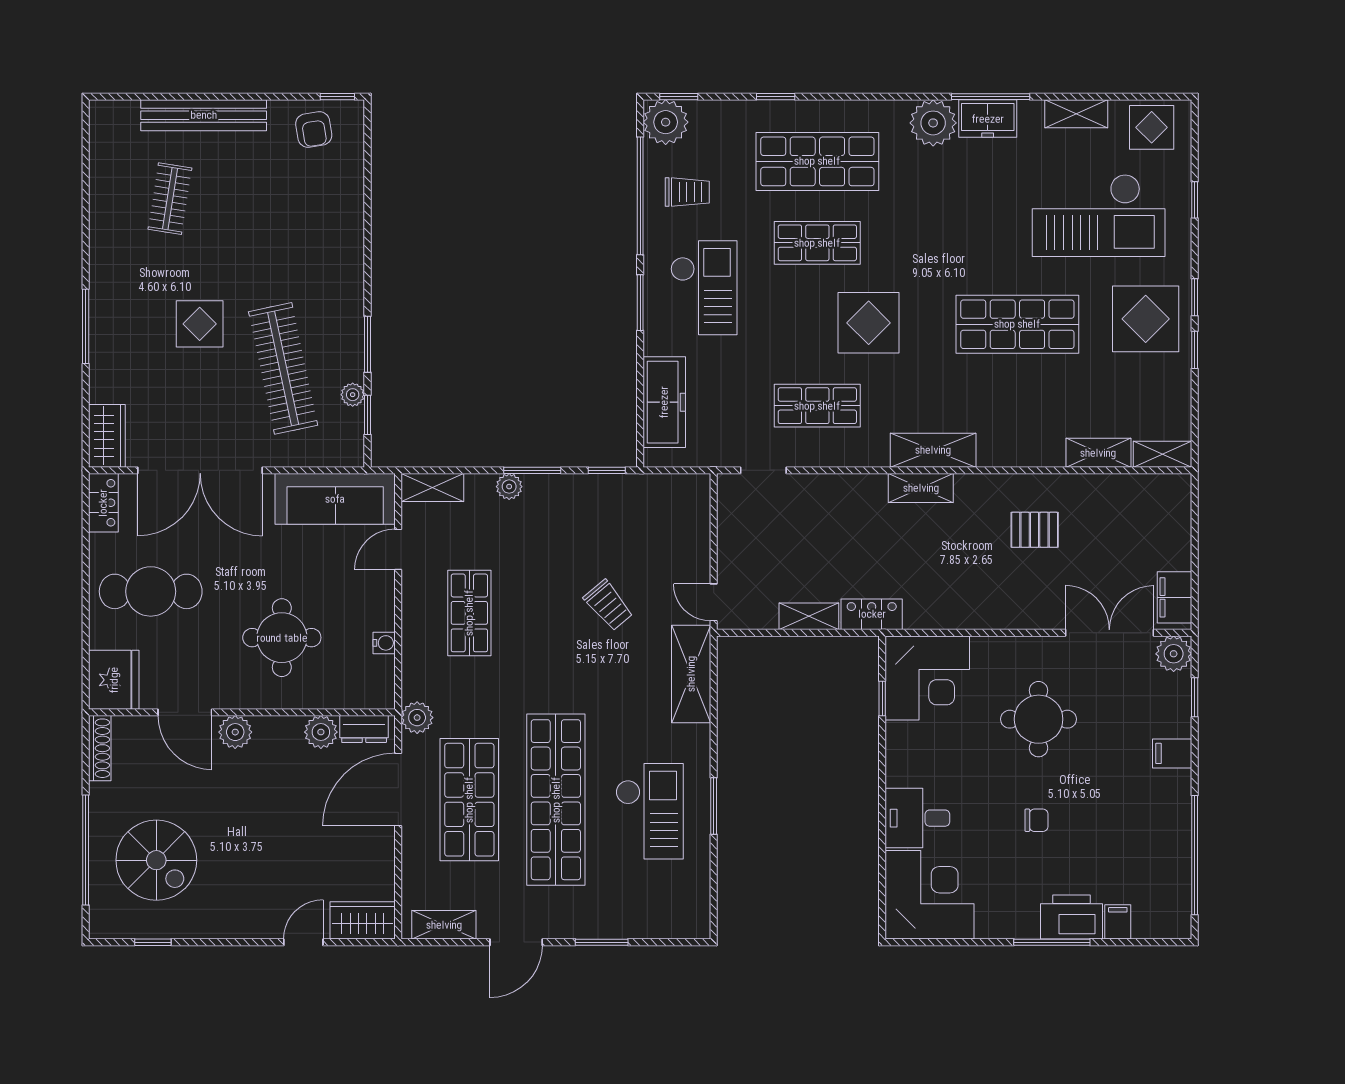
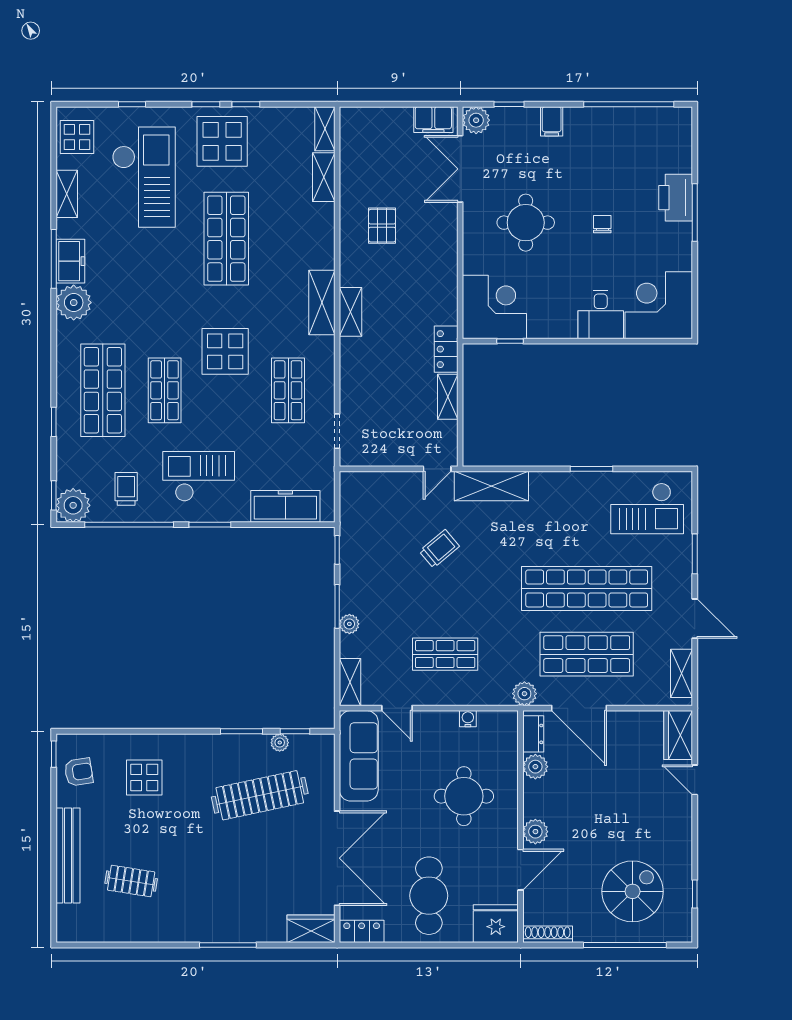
display table: (200, 324) -> (144, 778), moved
checkout: (650, 811) -> (647, 508), moved, turned 180
filing cabinet: (1118, 922) -> (679, 163), removed

